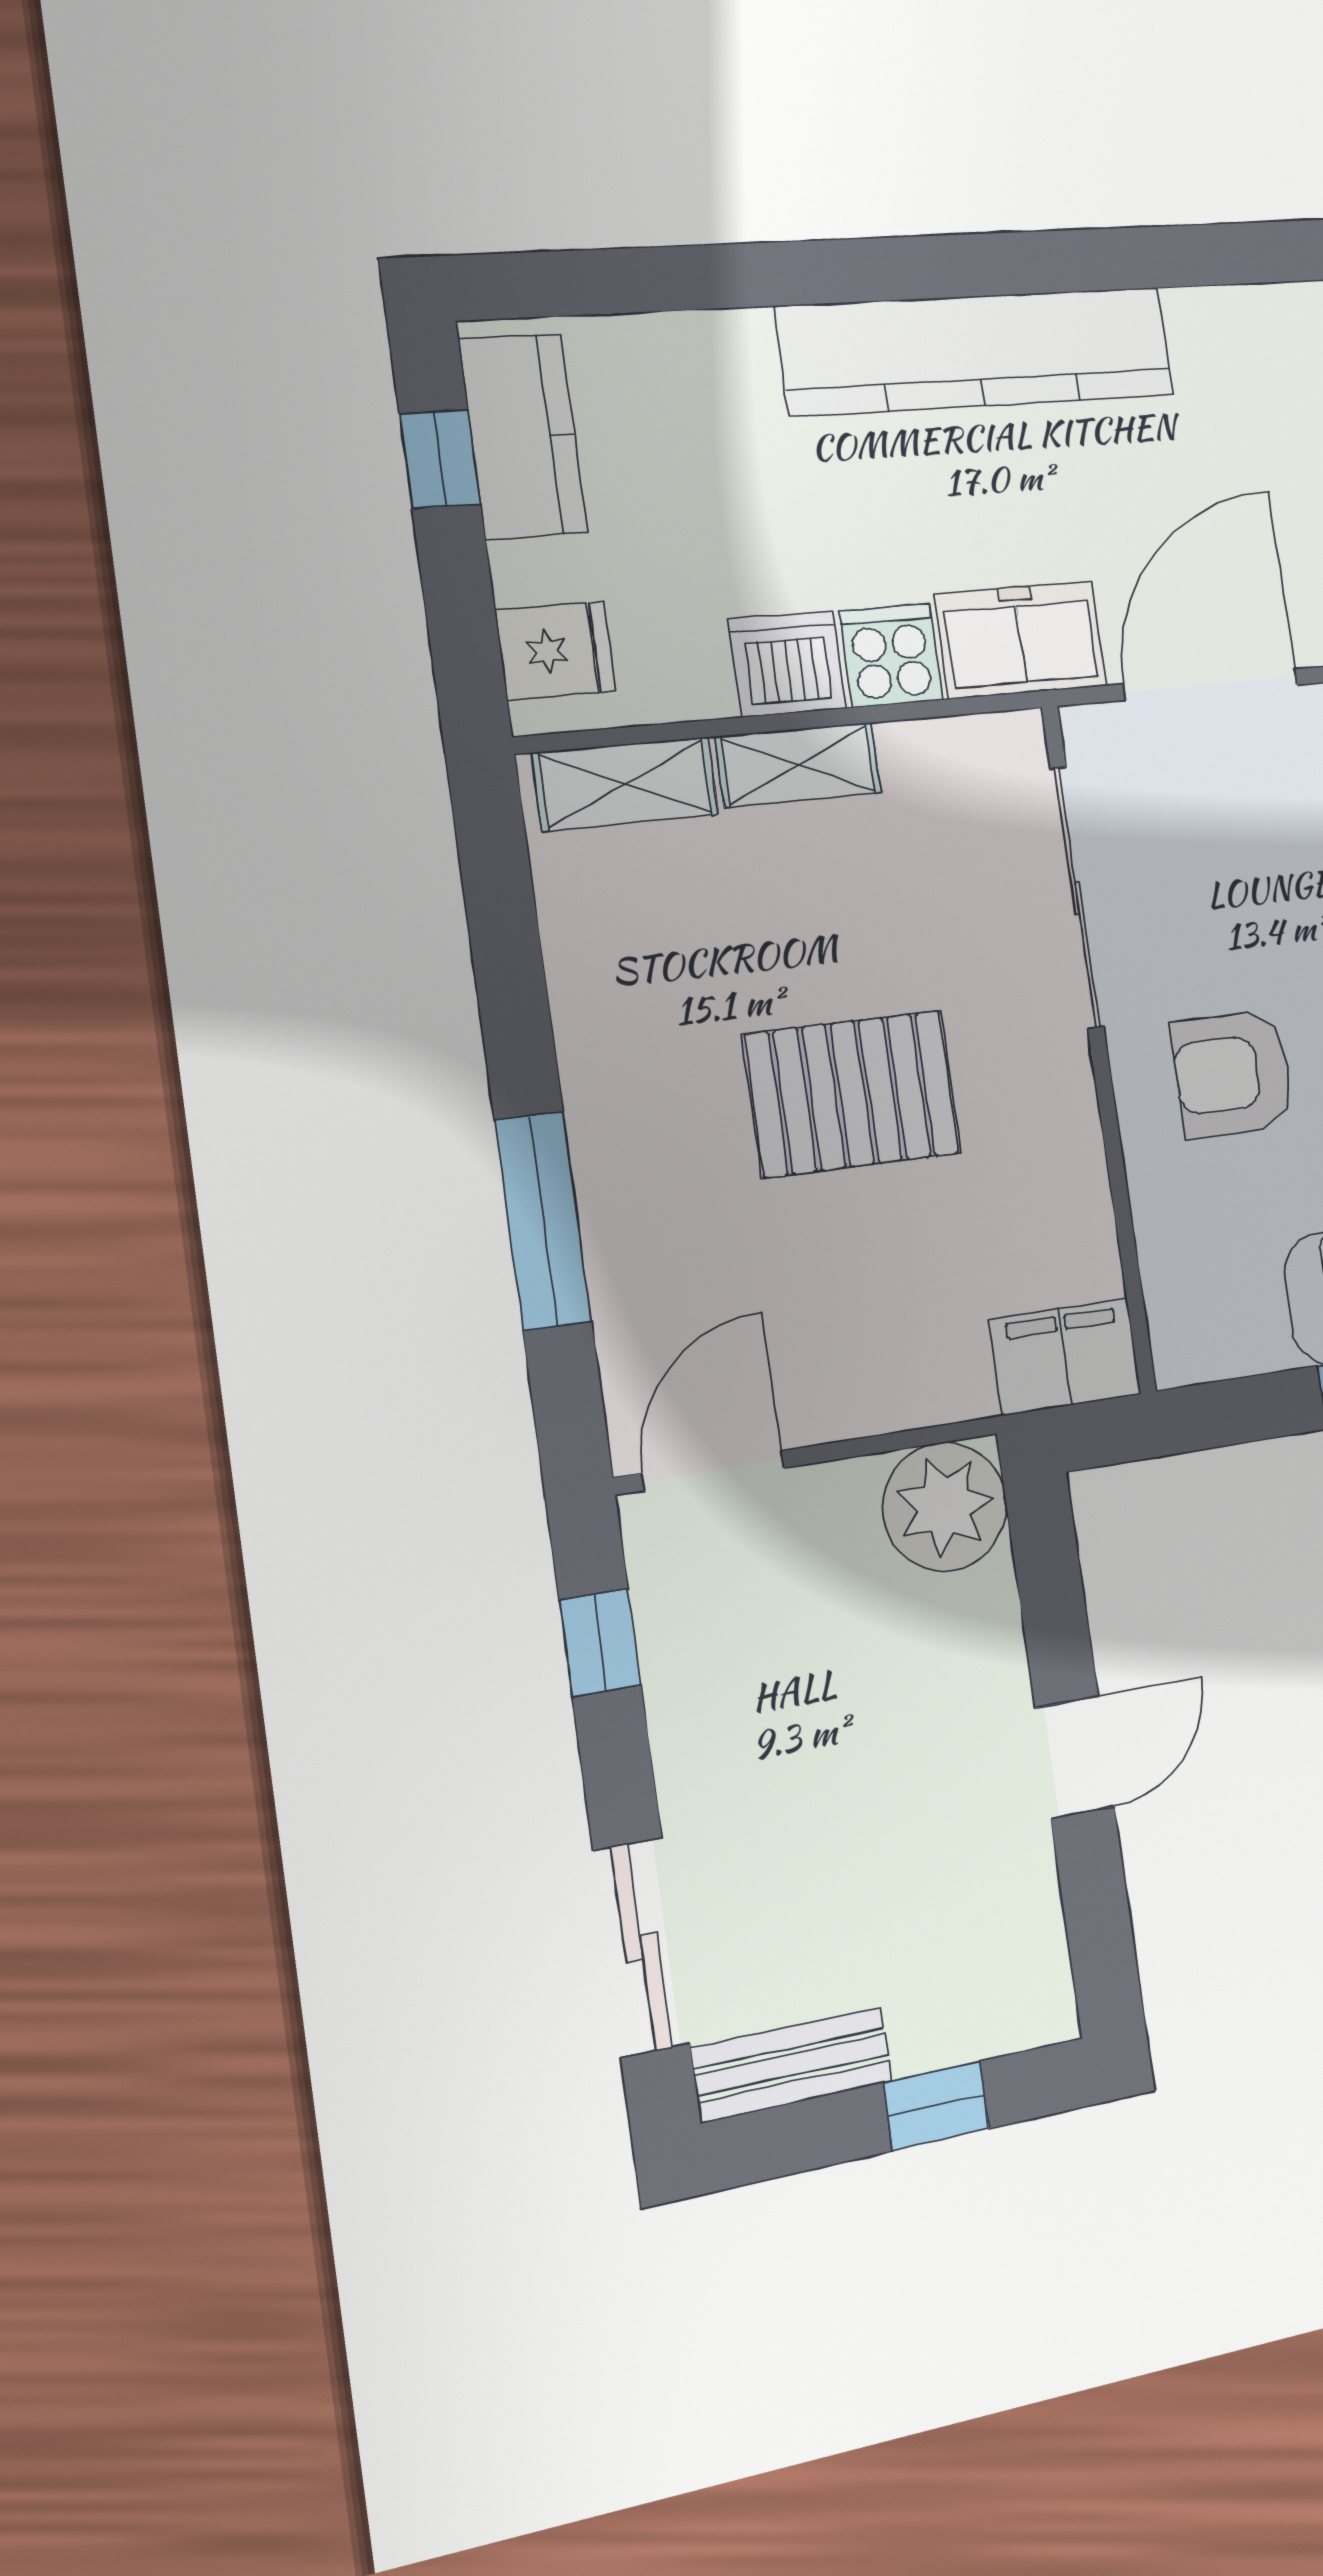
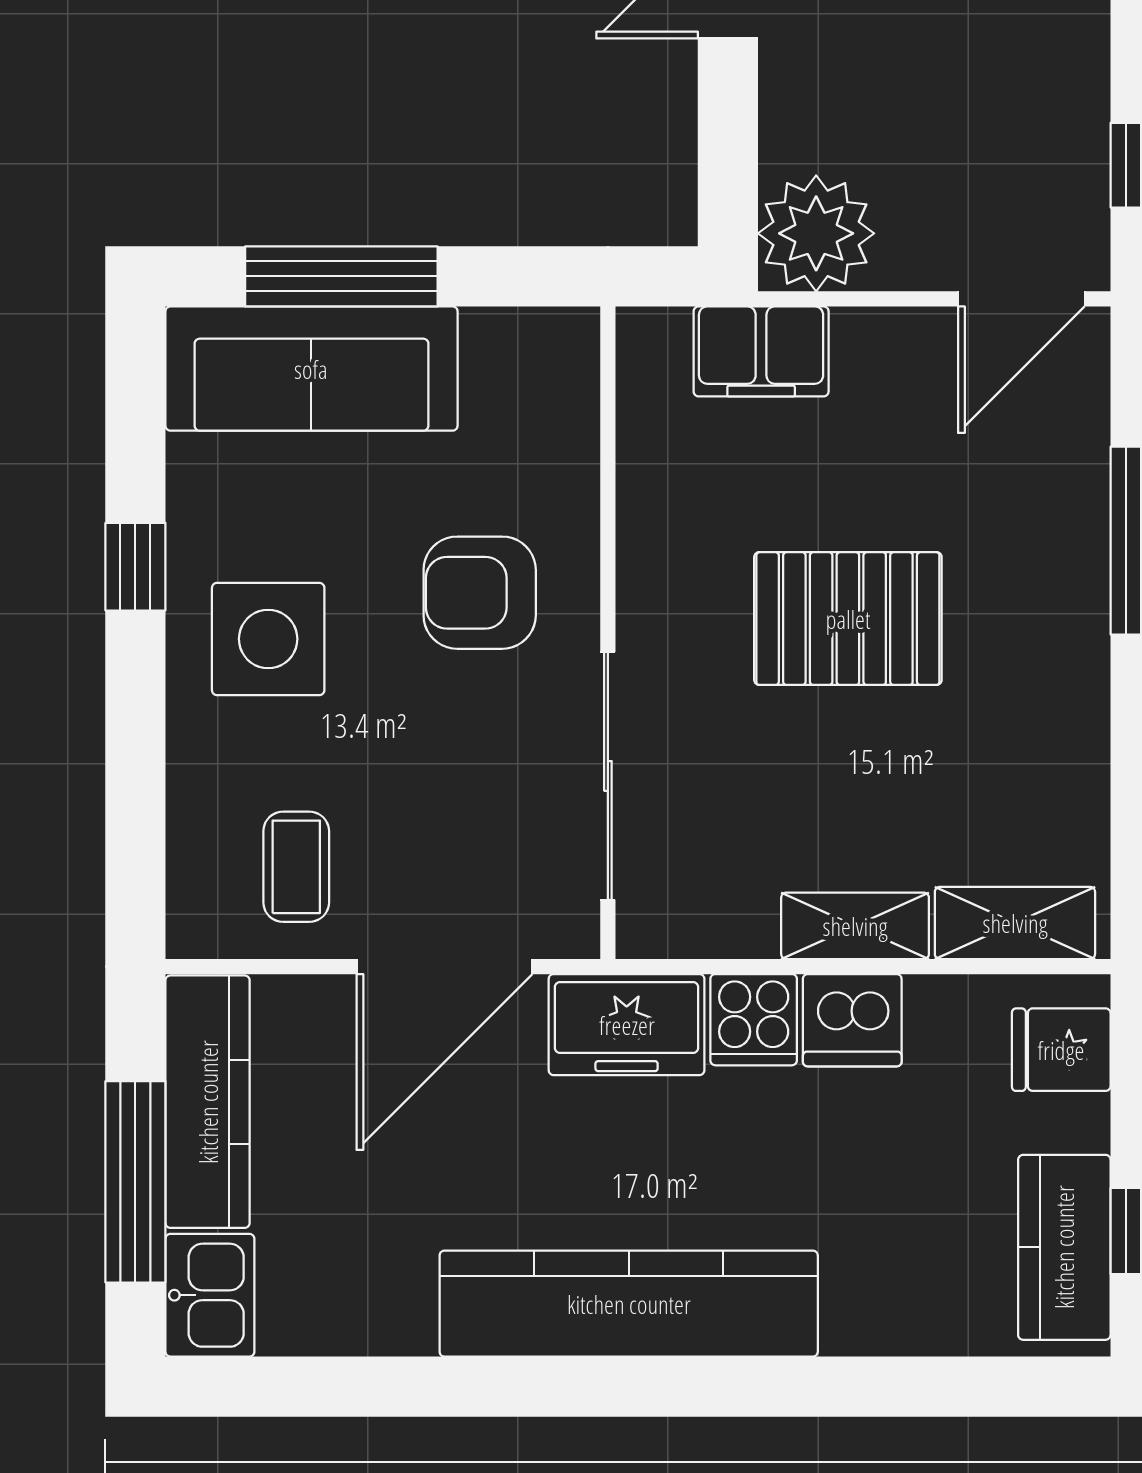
armchair: (1233, 1074) -> (480, 593), turned 180
filing cabinet: (1065, 1357) -> (761, 351), moved

